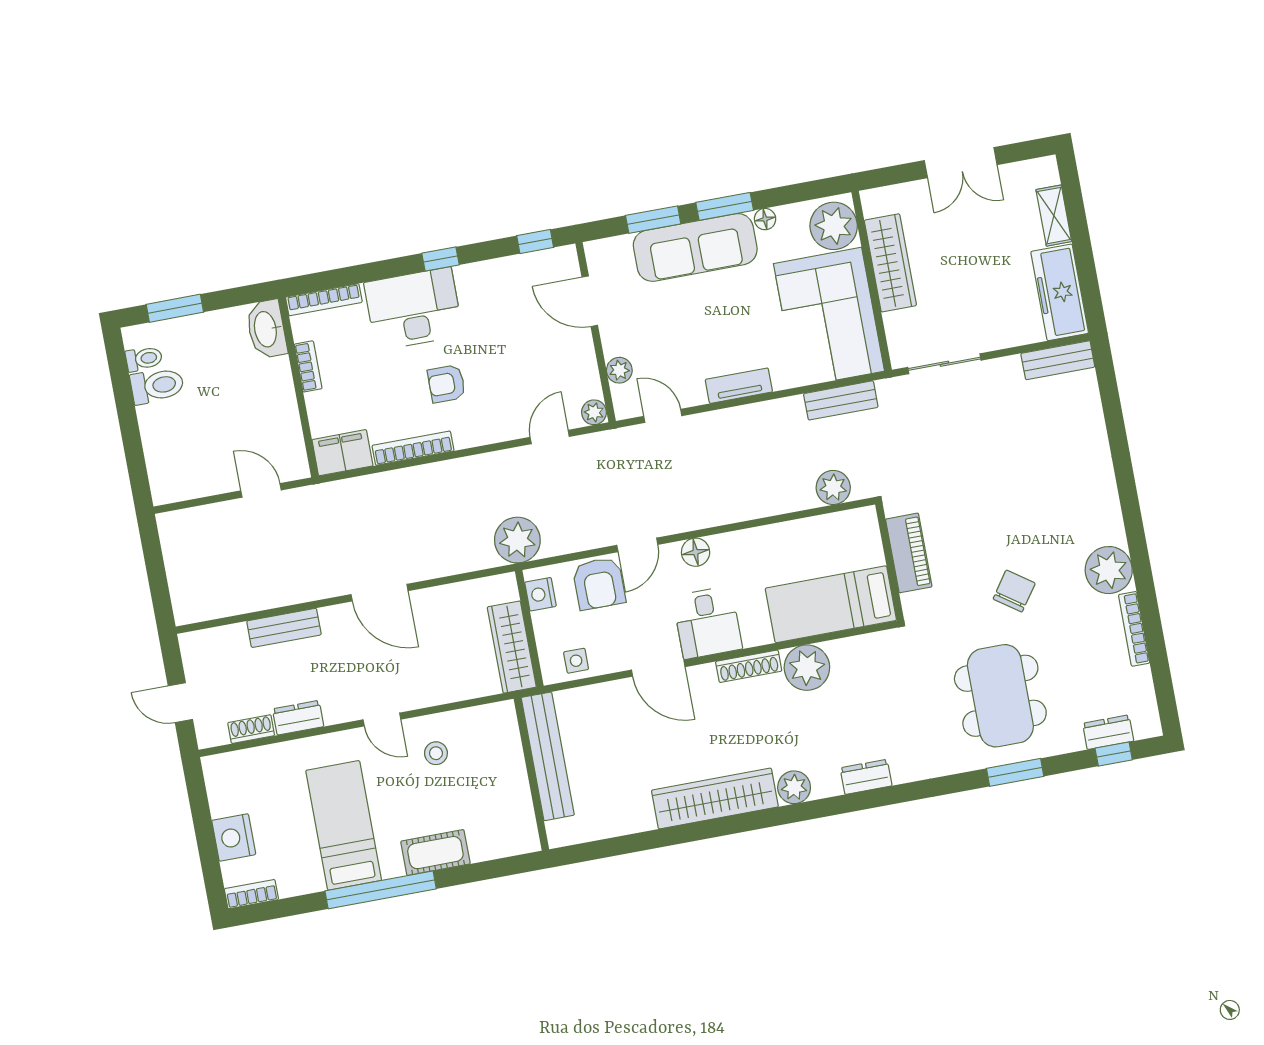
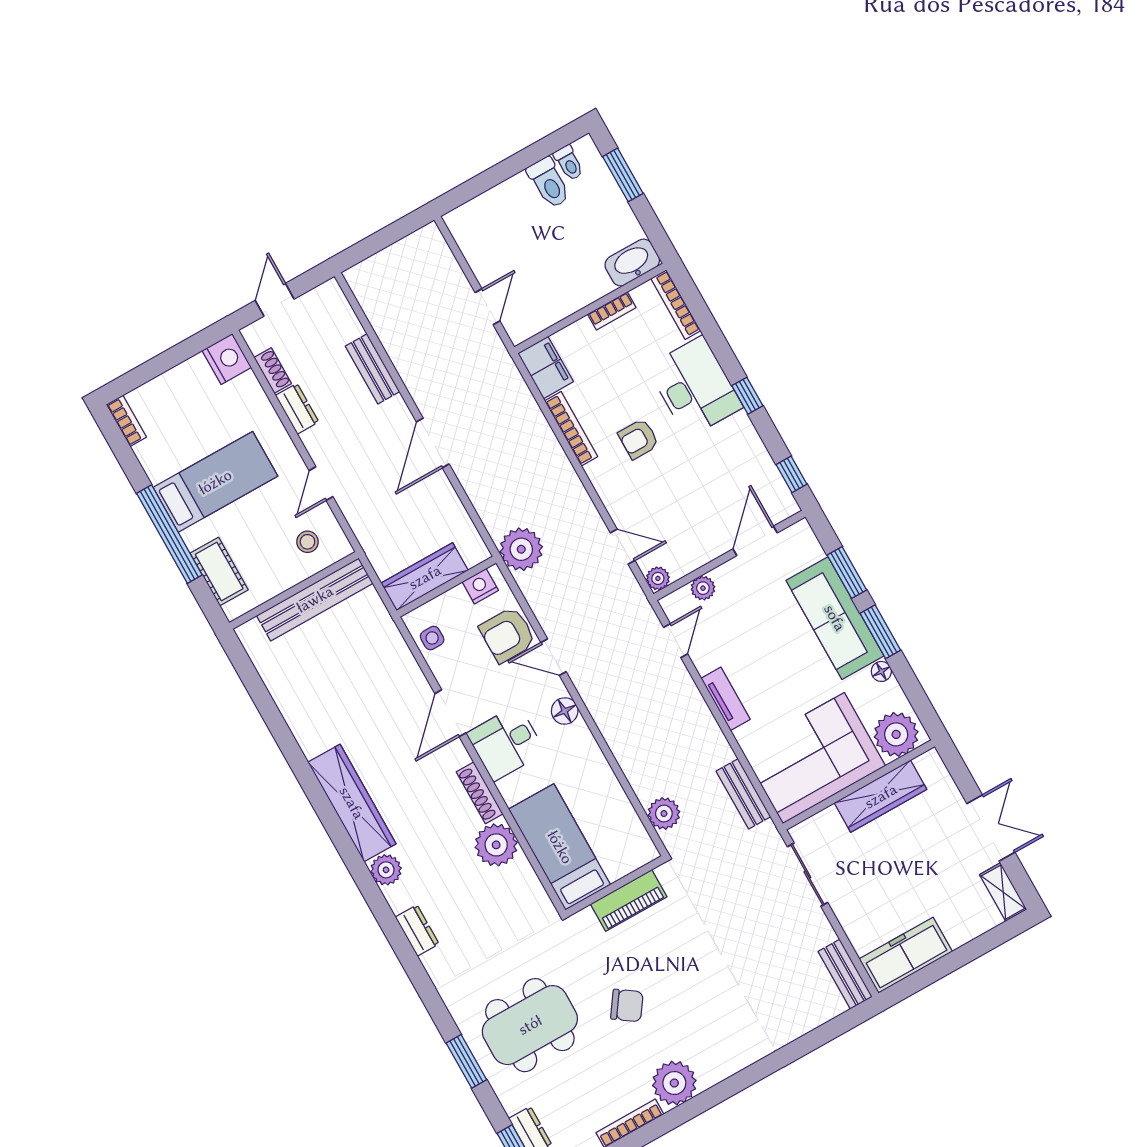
double door: (961, 163) -> (991, 828), swing flipped
shelving: (1054, 216) -> (1003, 892), moved, turned 90
armchair: (447, 384) -> (638, 439), turned -90
bench: (548, 756) -> (315, 599), moved
wall: (531, 774) -> (294, 590), moved
nightstand: (234, 837) -> (227, 359), moved, turned 90

